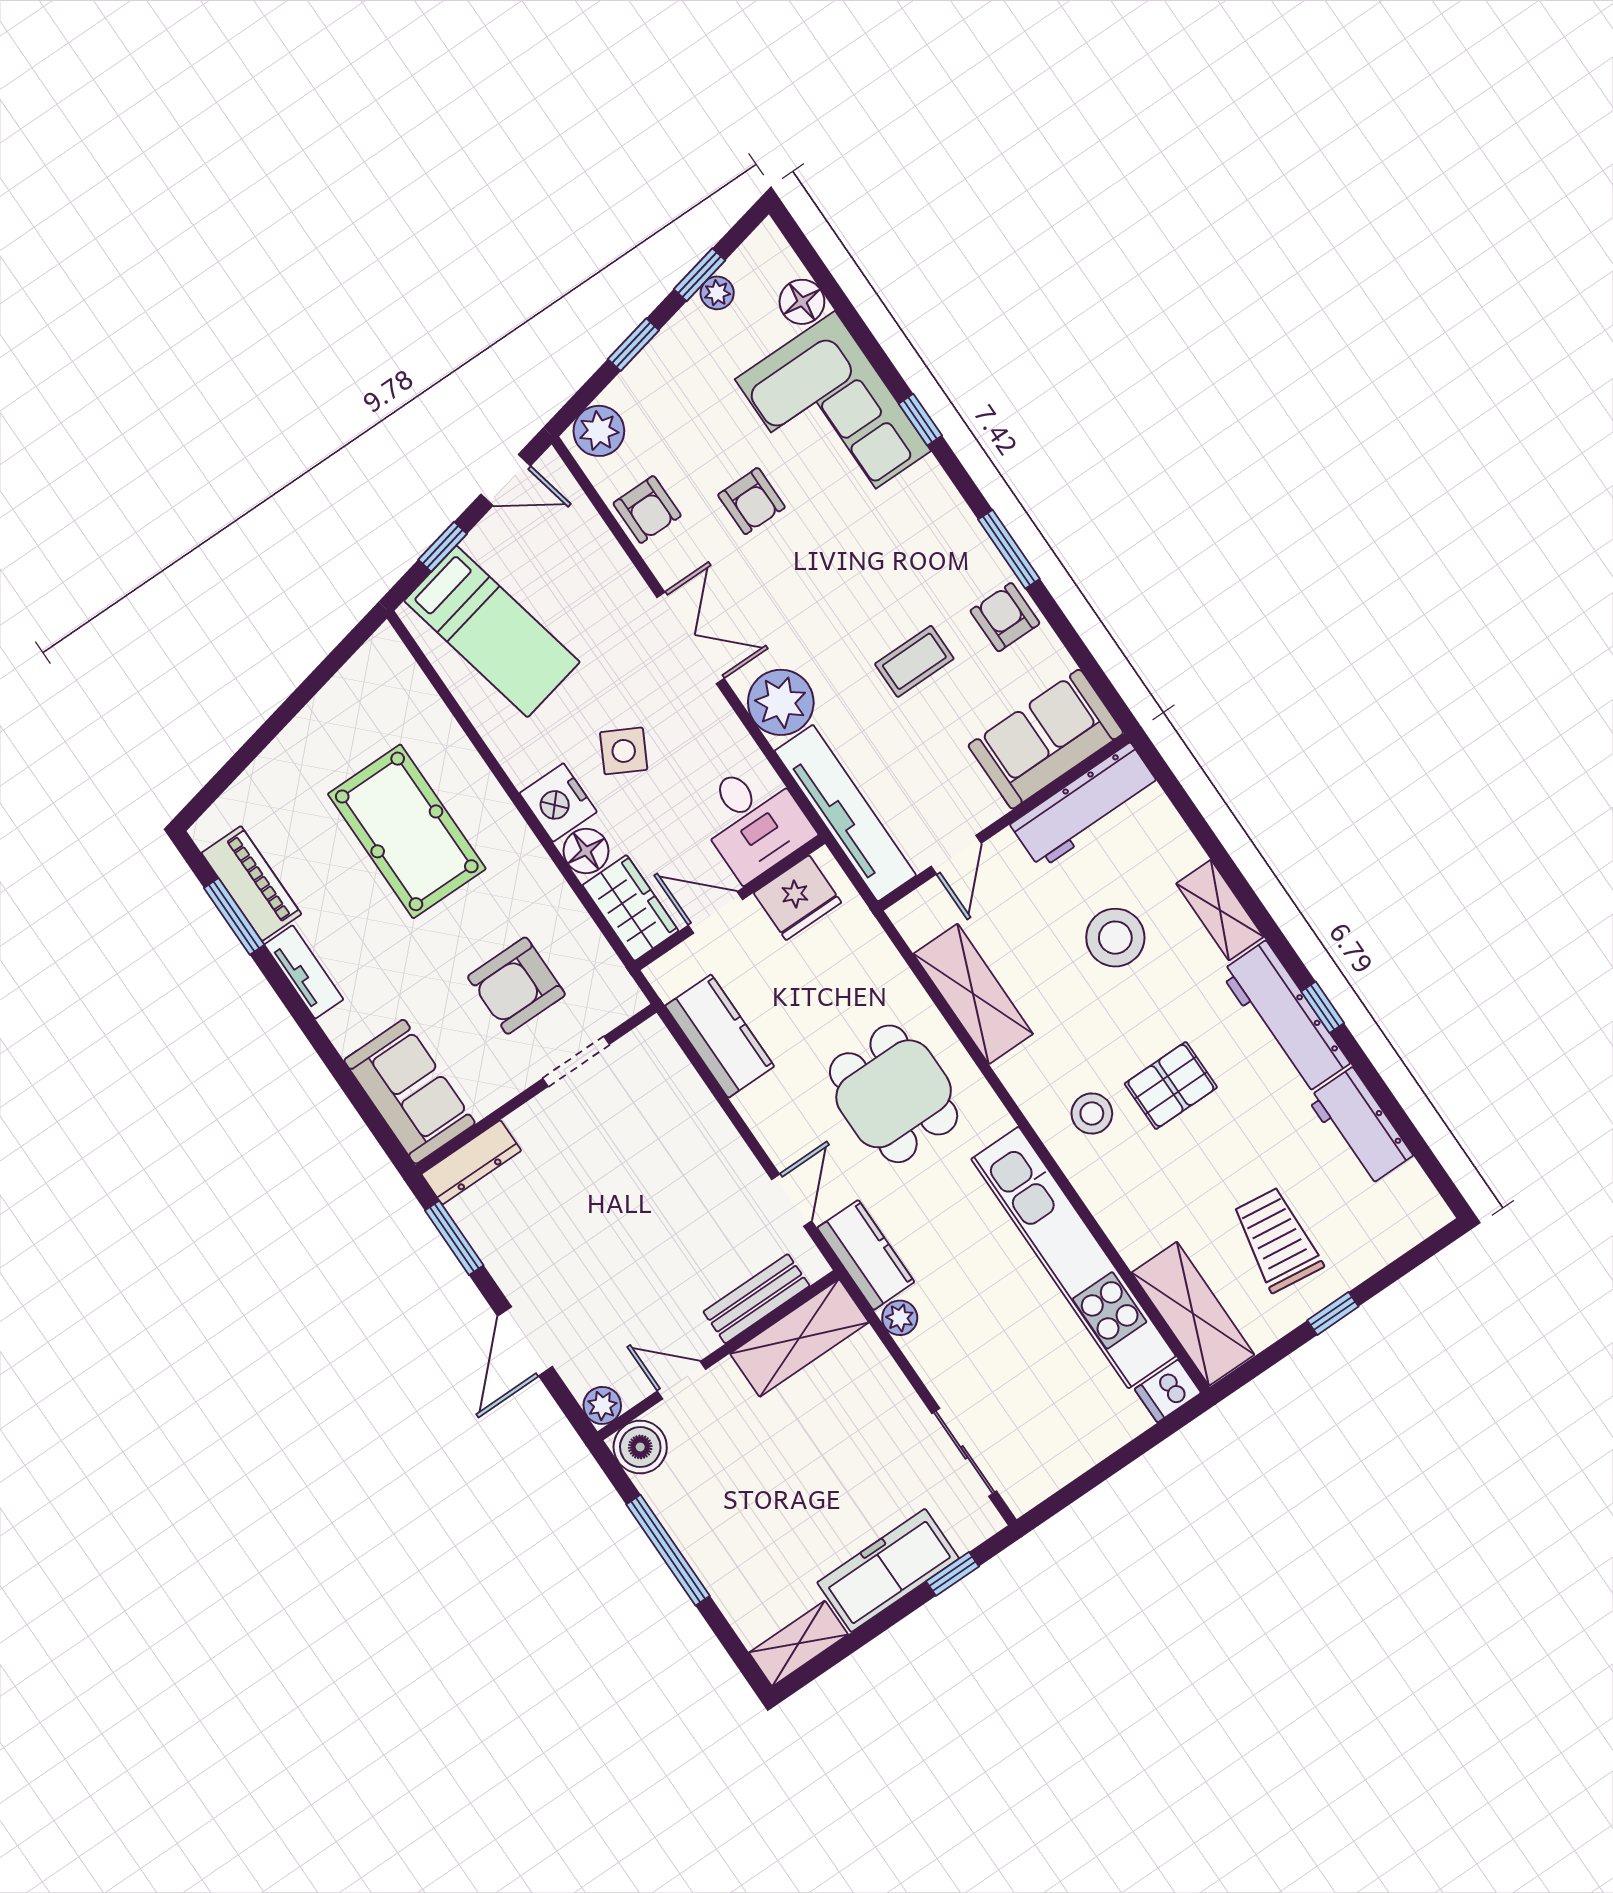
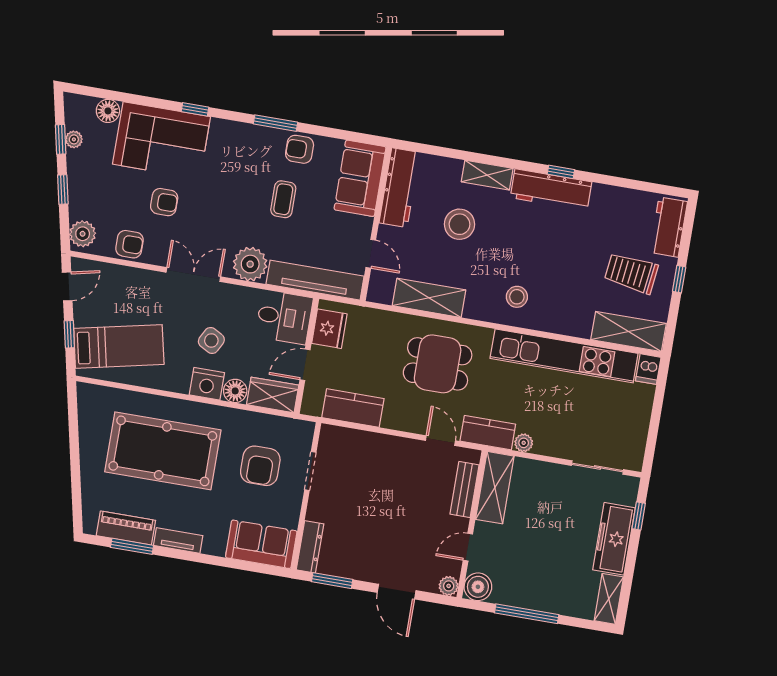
pool table: (407, 831) -> (163, 451), width x1.36, depth x1.32
pallet: (1171, 1086) -> (535, 257), removed
workbench: (1360, 1127) -> (669, 227), moved, turned 90

